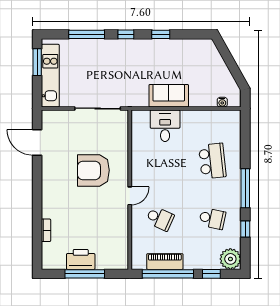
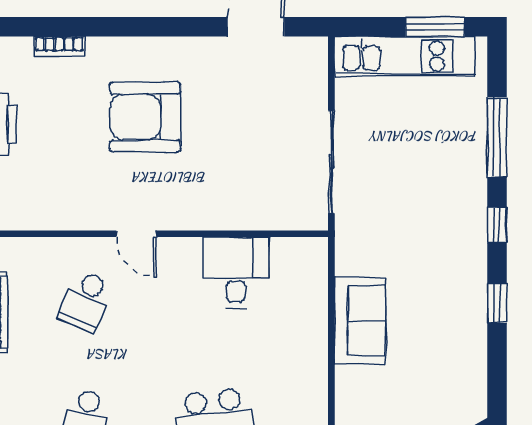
desk: (165, 126) -> (236, 272), moved, turned -90
armchair: (93, 170) -> (145, 117), moved, turned -90

